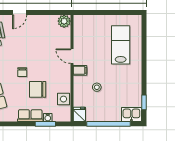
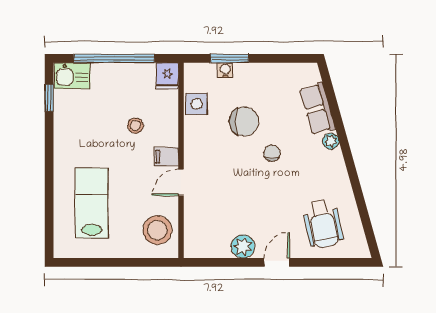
plant: (64, 21) -> (243, 246), moved
stool: (85, 30) -> (157, 230), added
lab bench: (121, 45) -> (92, 203), turned 180
door: (72, 56) -> (181, 182), swing flipped
row of seats: (30, 116) -> (257, 74), removed

